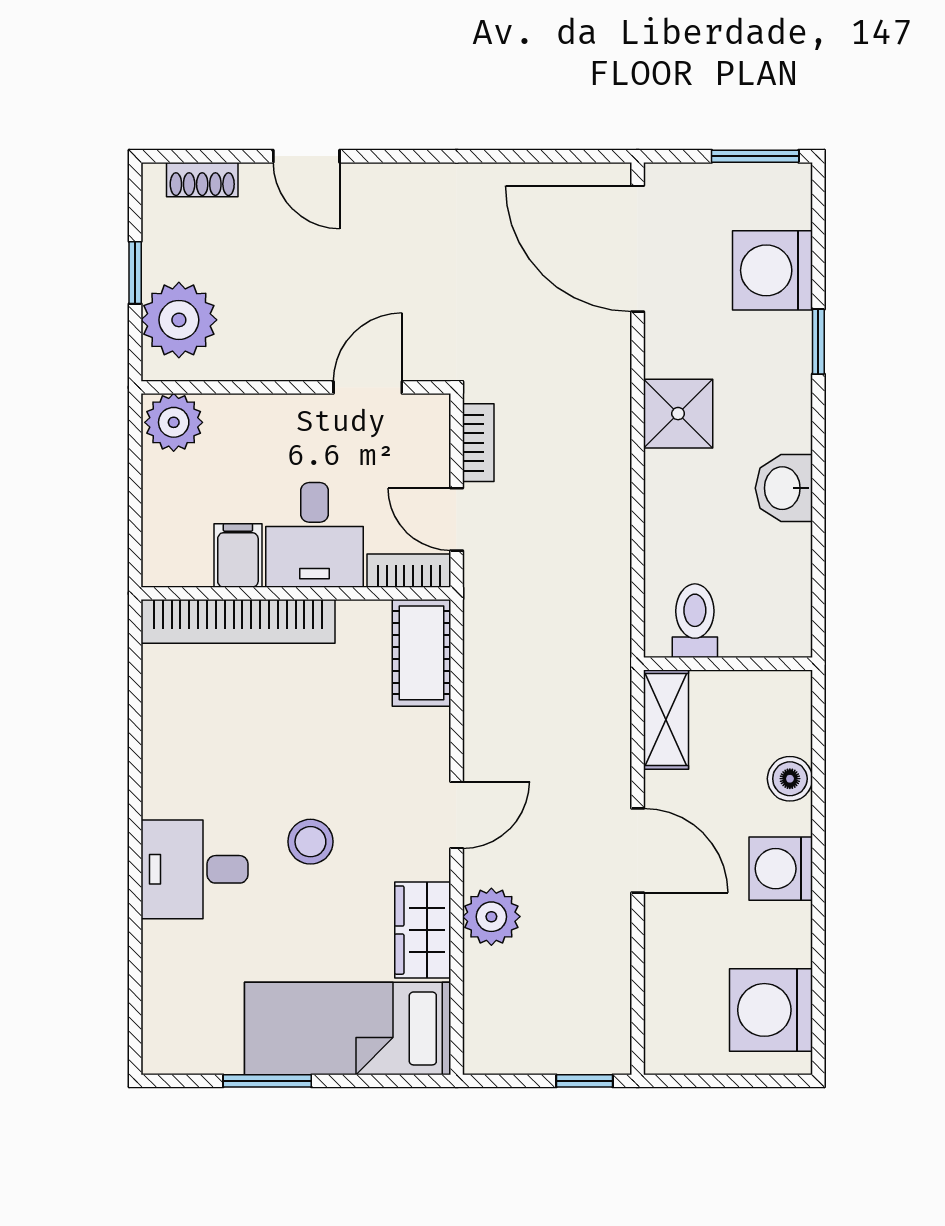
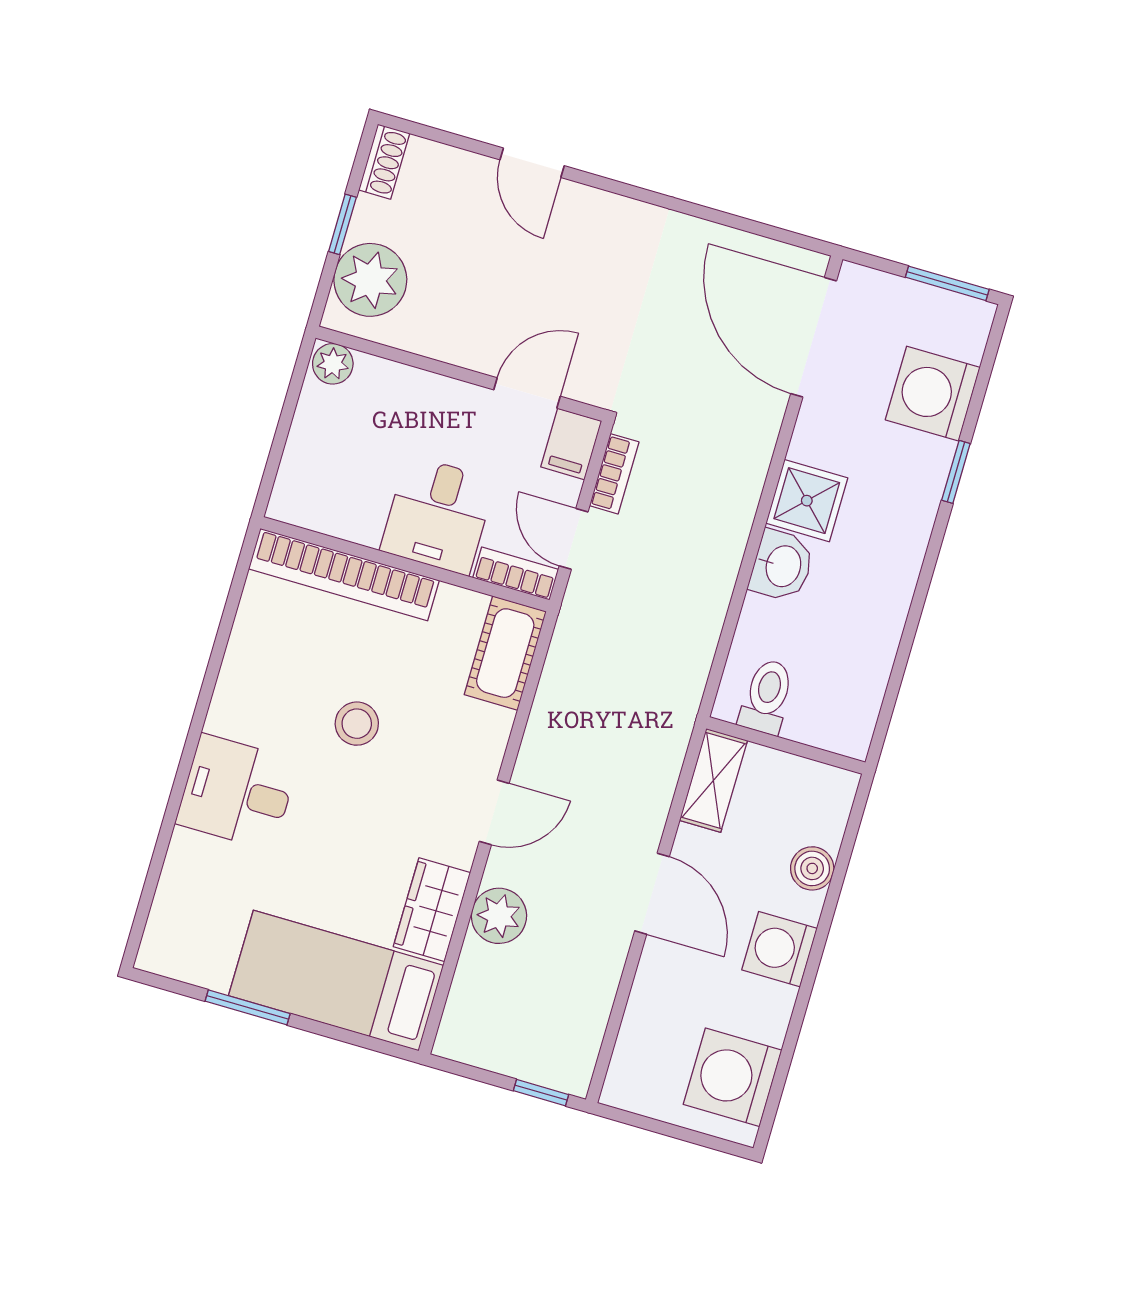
shoe rack: (202, 180) -> (384, 162), moved, turned -90
plant: (174, 422) -> (333, 364), width x0.73, depth x0.73
washbasin: (784, 488) -> (782, 566), moved, turned 180
filing cabinet: (238, 555) -> (571, 444), moved, turned 180
stool: (310, 842) -> (357, 724), moved

